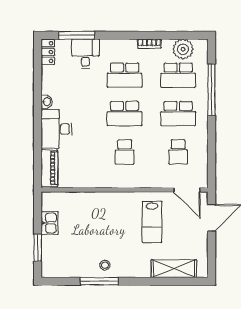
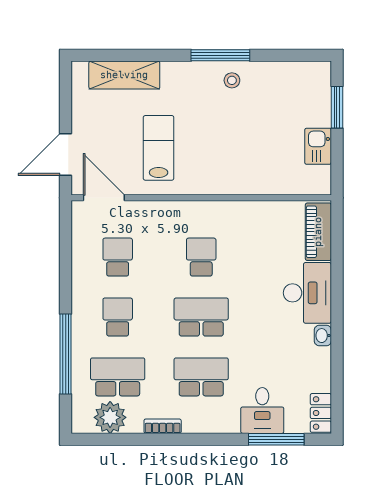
school desk: (178, 114) -> (118, 317), width x0.54
window: (99, 281) -> (220, 55), moved

